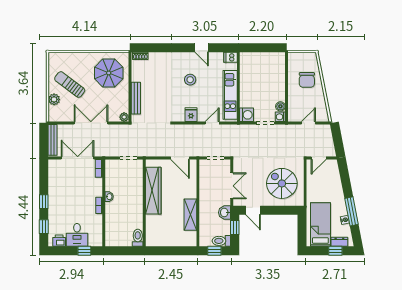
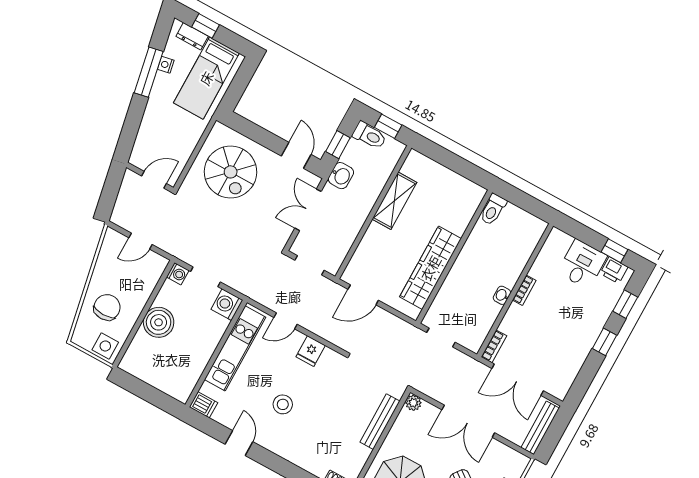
side table: (297, 60) -> (105, 346), added
boiler: (280, 106) -> (159, 322), moved, width x1.86, depth x1.86
door: (180, 158) -> (363, 295), swing flipped
window: (84, 251) -> (615, 251), moved

